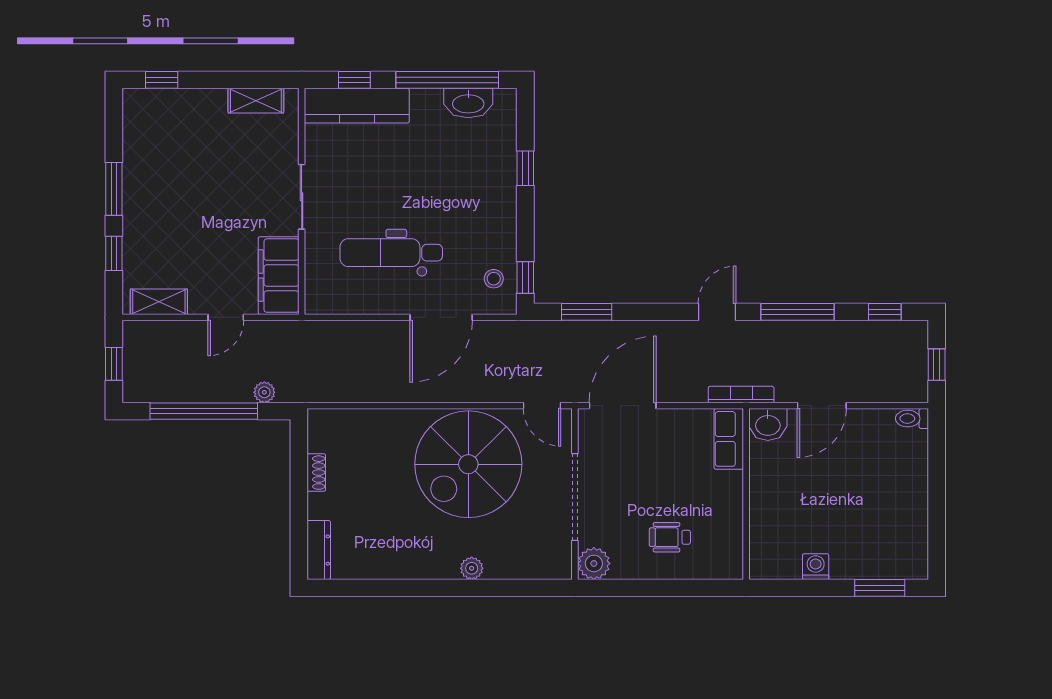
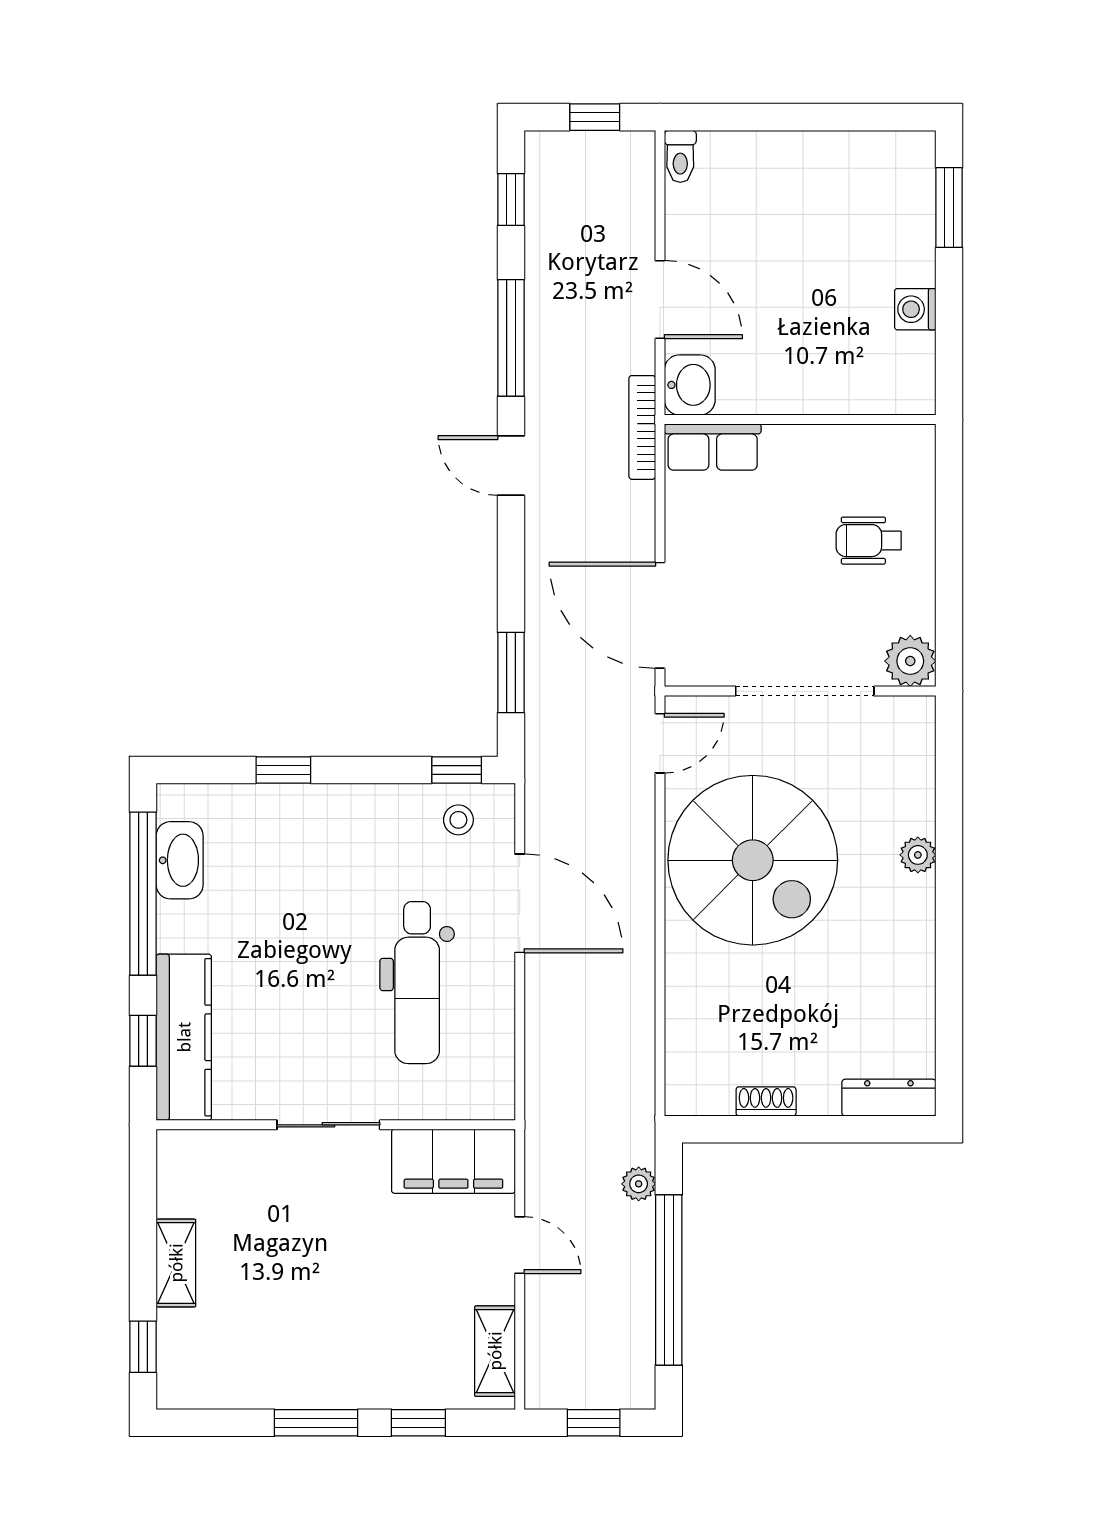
shelving: (256, 101) -> (176, 1263), moved
wheelchair: (670, 537) -> (869, 541), turned 90

